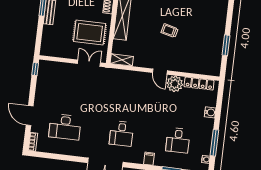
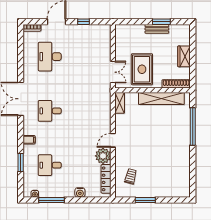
trolley: (170, 31) -> (131, 176), moved
window: (35, 69) -> (83, 22), moved

